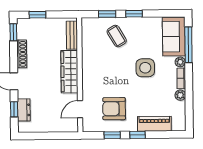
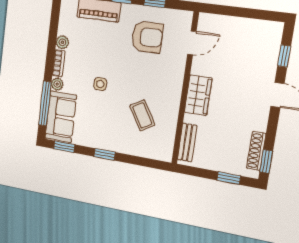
window: (107, 14) -> (64, 147), moved
coffee table: (117, 36) -> (142, 115), moved
shoe rack: (22, 54) -> (256, 151), moved
side table: (145, 68) -> (100, 84), width x0.54, depth x0.54
wardrobe: (69, 72) -> (198, 95), width x0.67
dresser: (24, 110) -> (270, 53), removed

